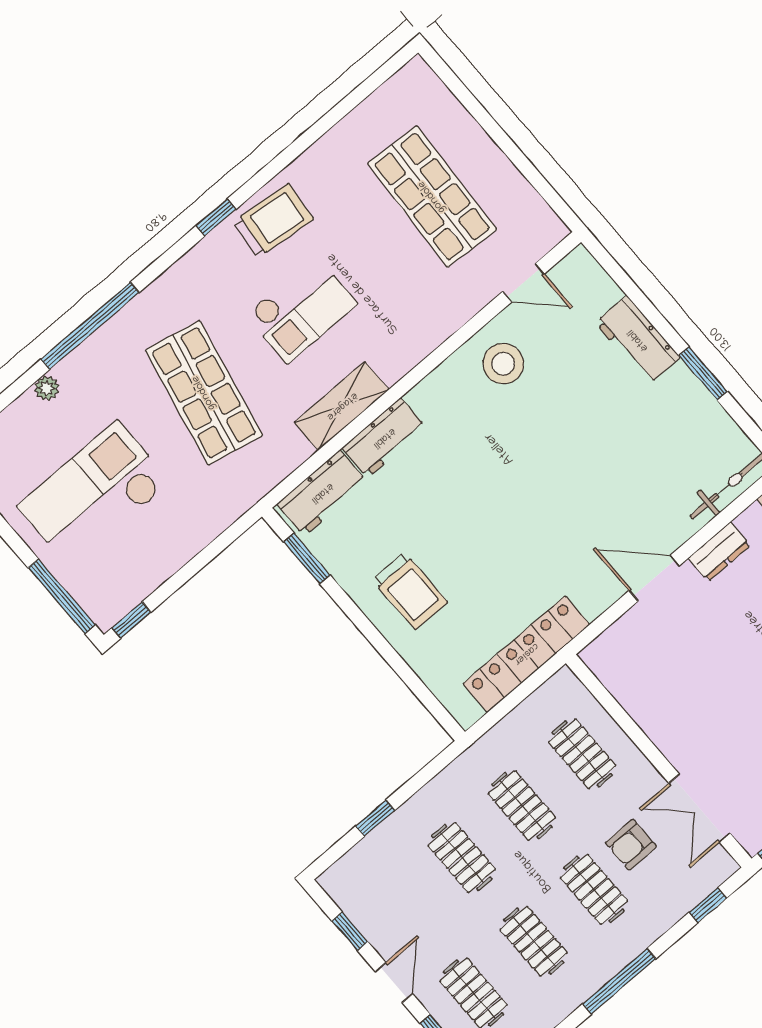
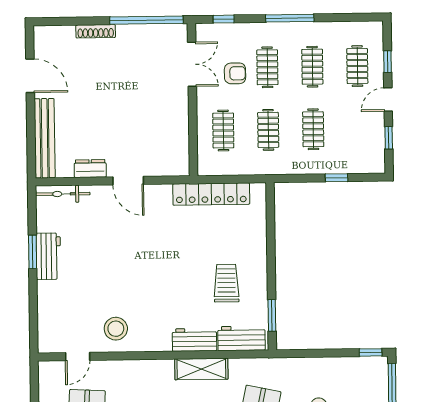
door: (523, 283) -> (78, 356), swing flipped
workbench: (638, 340) -> (48, 256), moved
trolley: (410, 591) -> (226, 283), moved

